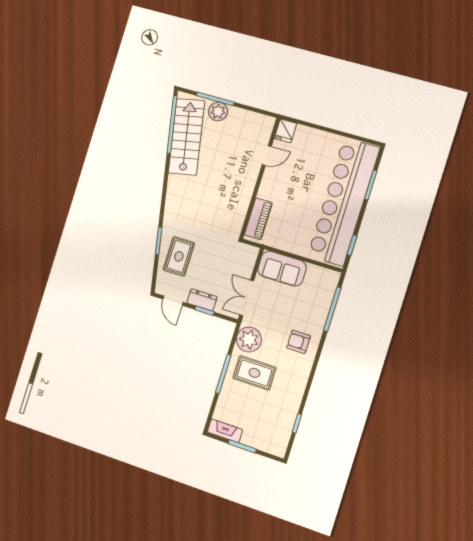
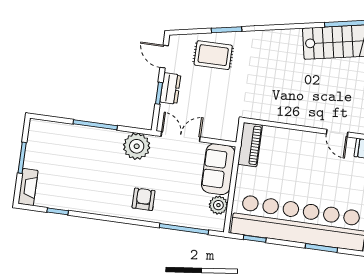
piano: (258, 219) -> (250, 145), moved, turned -90
plant: (315, 274) -> (218, 205), added
door: (173, 301) -> (164, 57), hinge flipped
rug: (254, 373) -> (102, 158), removed
fireplace: (225, 431) -> (28, 187), moved

